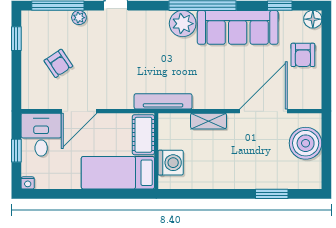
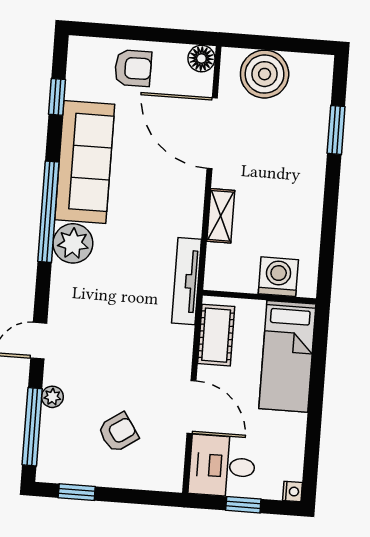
floor lamp: (313, 19) -> (201, 59), moved
cot: (143, 135) -> (216, 335), moved, turned 90

